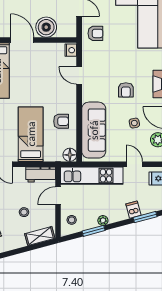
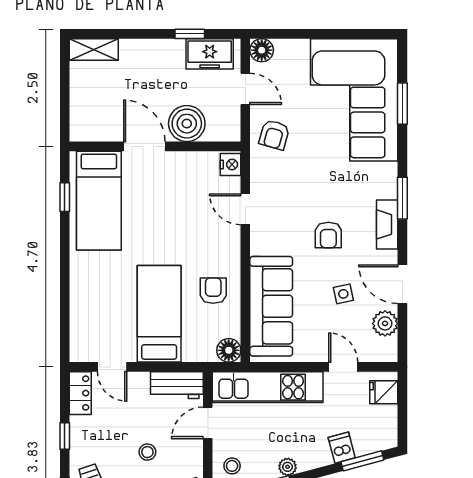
armchair: (95, 33) -> (274, 135), turned 106
armchair: (61, 121) -> (213, 291), turned -90

